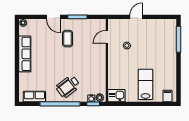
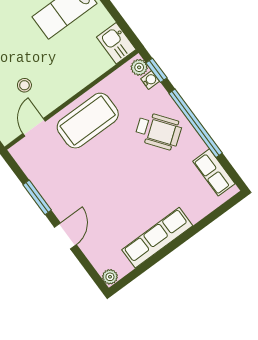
door: (107, 37) -> (34, 127), swing flipped
coffee table: (67, 39) -> (88, 121), moved, width x1.86, depth x1.72

